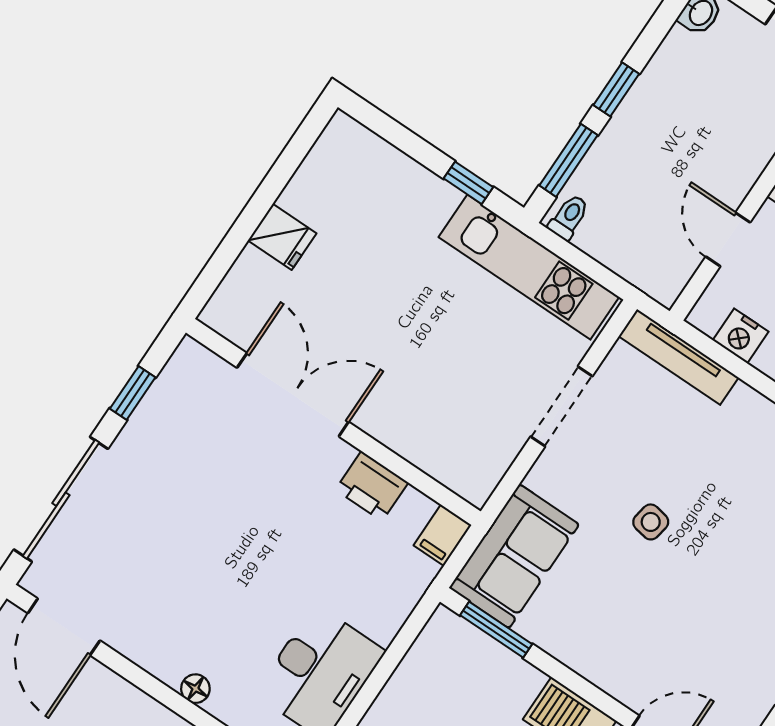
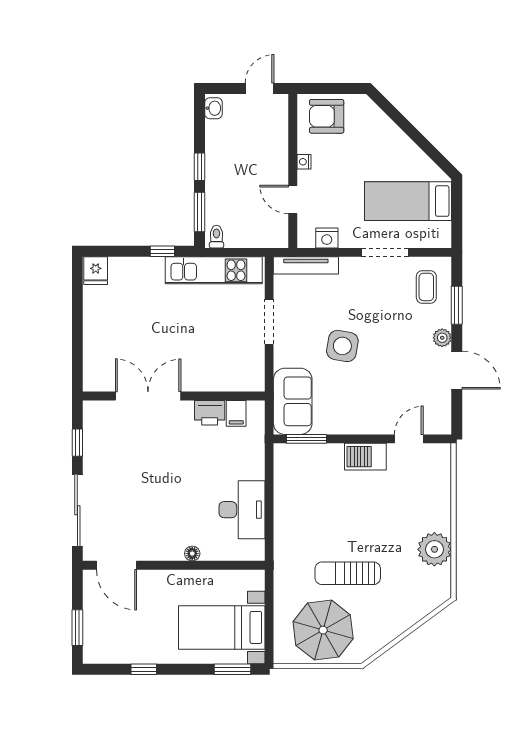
fridge: (282, 237) -> (96, 271), moved, turned 90
side table: (651, 522) -> (342, 346), width x1.87, depth x1.87
filing cabinet: (443, 535) -> (236, 413), moved

